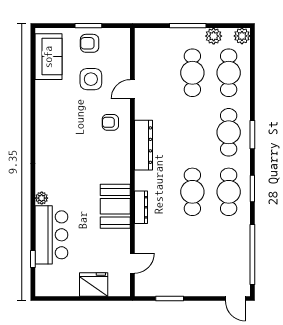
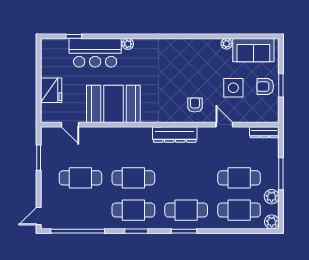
armchair: (90, 43) -> (265, 87), turned -90
plant: (41, 87) -> (227, 44), added
booth: (115, 206) -> (113, 104), width x1.36, depth x1.42
dresser: (141, 207) -> (264, 132), moved
cafe table: (192, 251) -> (80, 178), added

